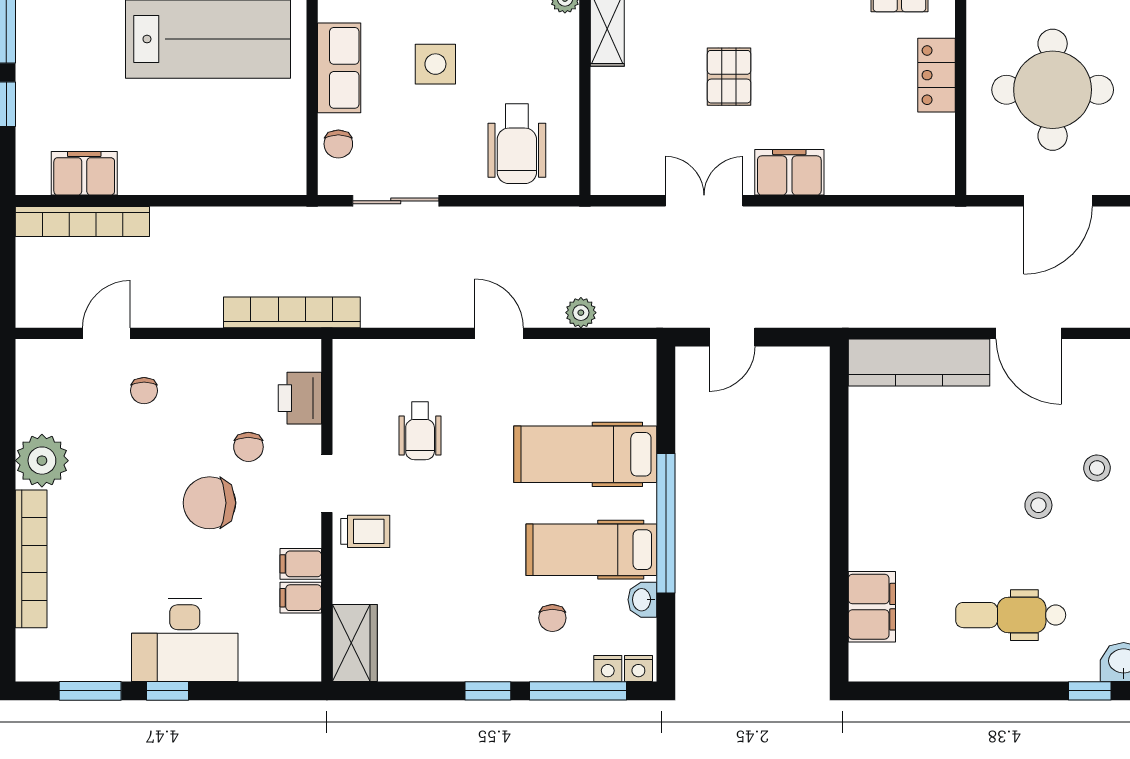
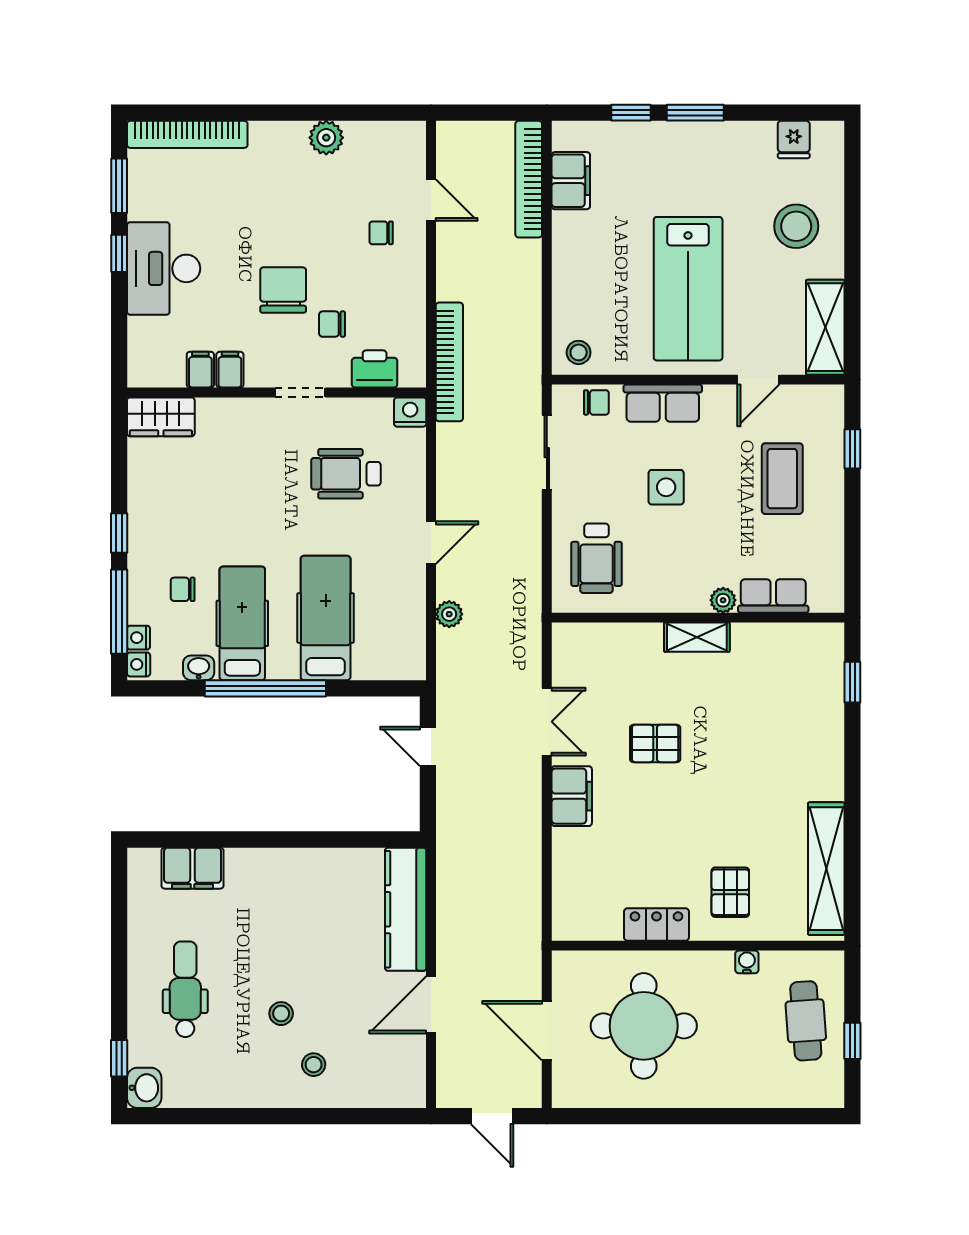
chair: (338, 144) -> (596, 402), turned 180
wheelchair: (517, 144) -> (596, 558), turned -90
stool: (281, 164) -> (579, 352), added
nightstand: (349, 357) -> (410, 412), added
wheelchair: (420, 431) -> (346, 474), width x1.36, depth x1.37
plant: (42, 461) -> (326, 138), width x0.73, depth x0.73
trolley: (365, 531) -> (258, 426), removed
bookcase: (31, 559) -> (187, 134), moved

